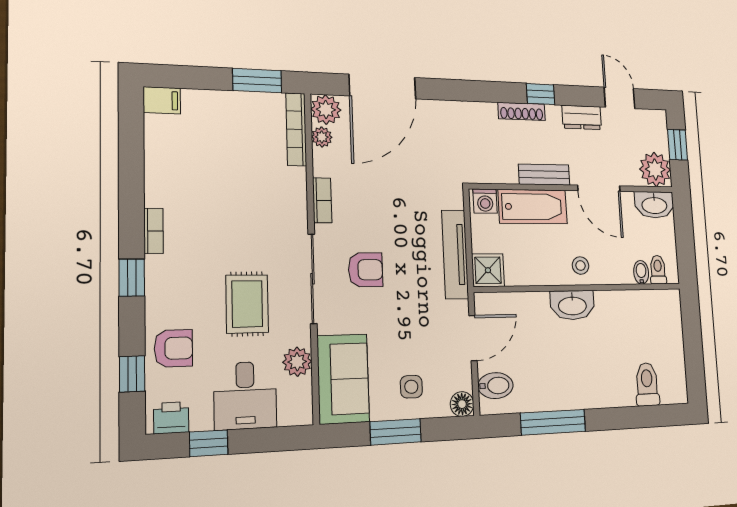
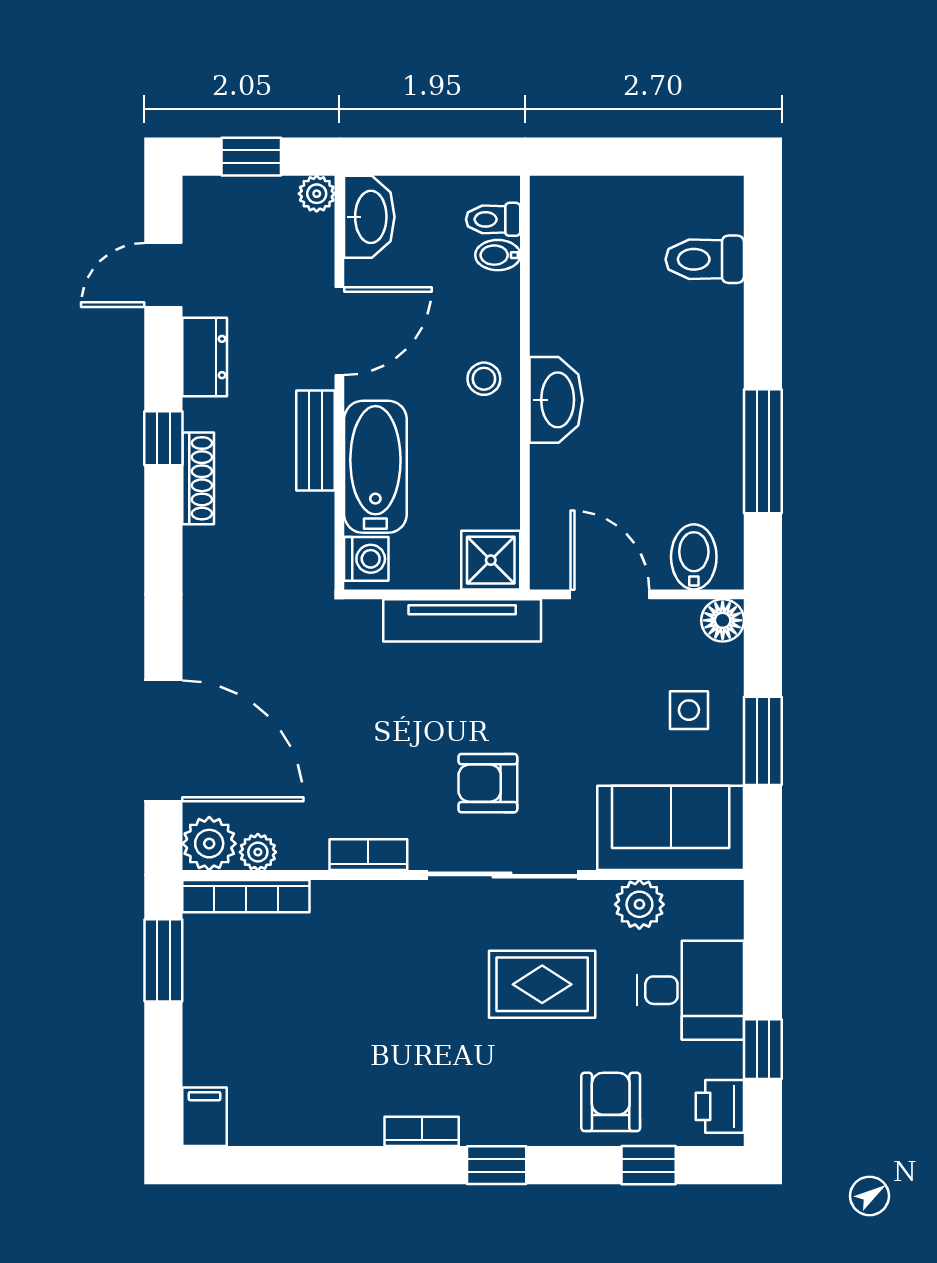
plant: (655, 169) -> (317, 194), width x0.53, depth x0.53
armchair: (366, 270) -> (488, 783), turned -90

